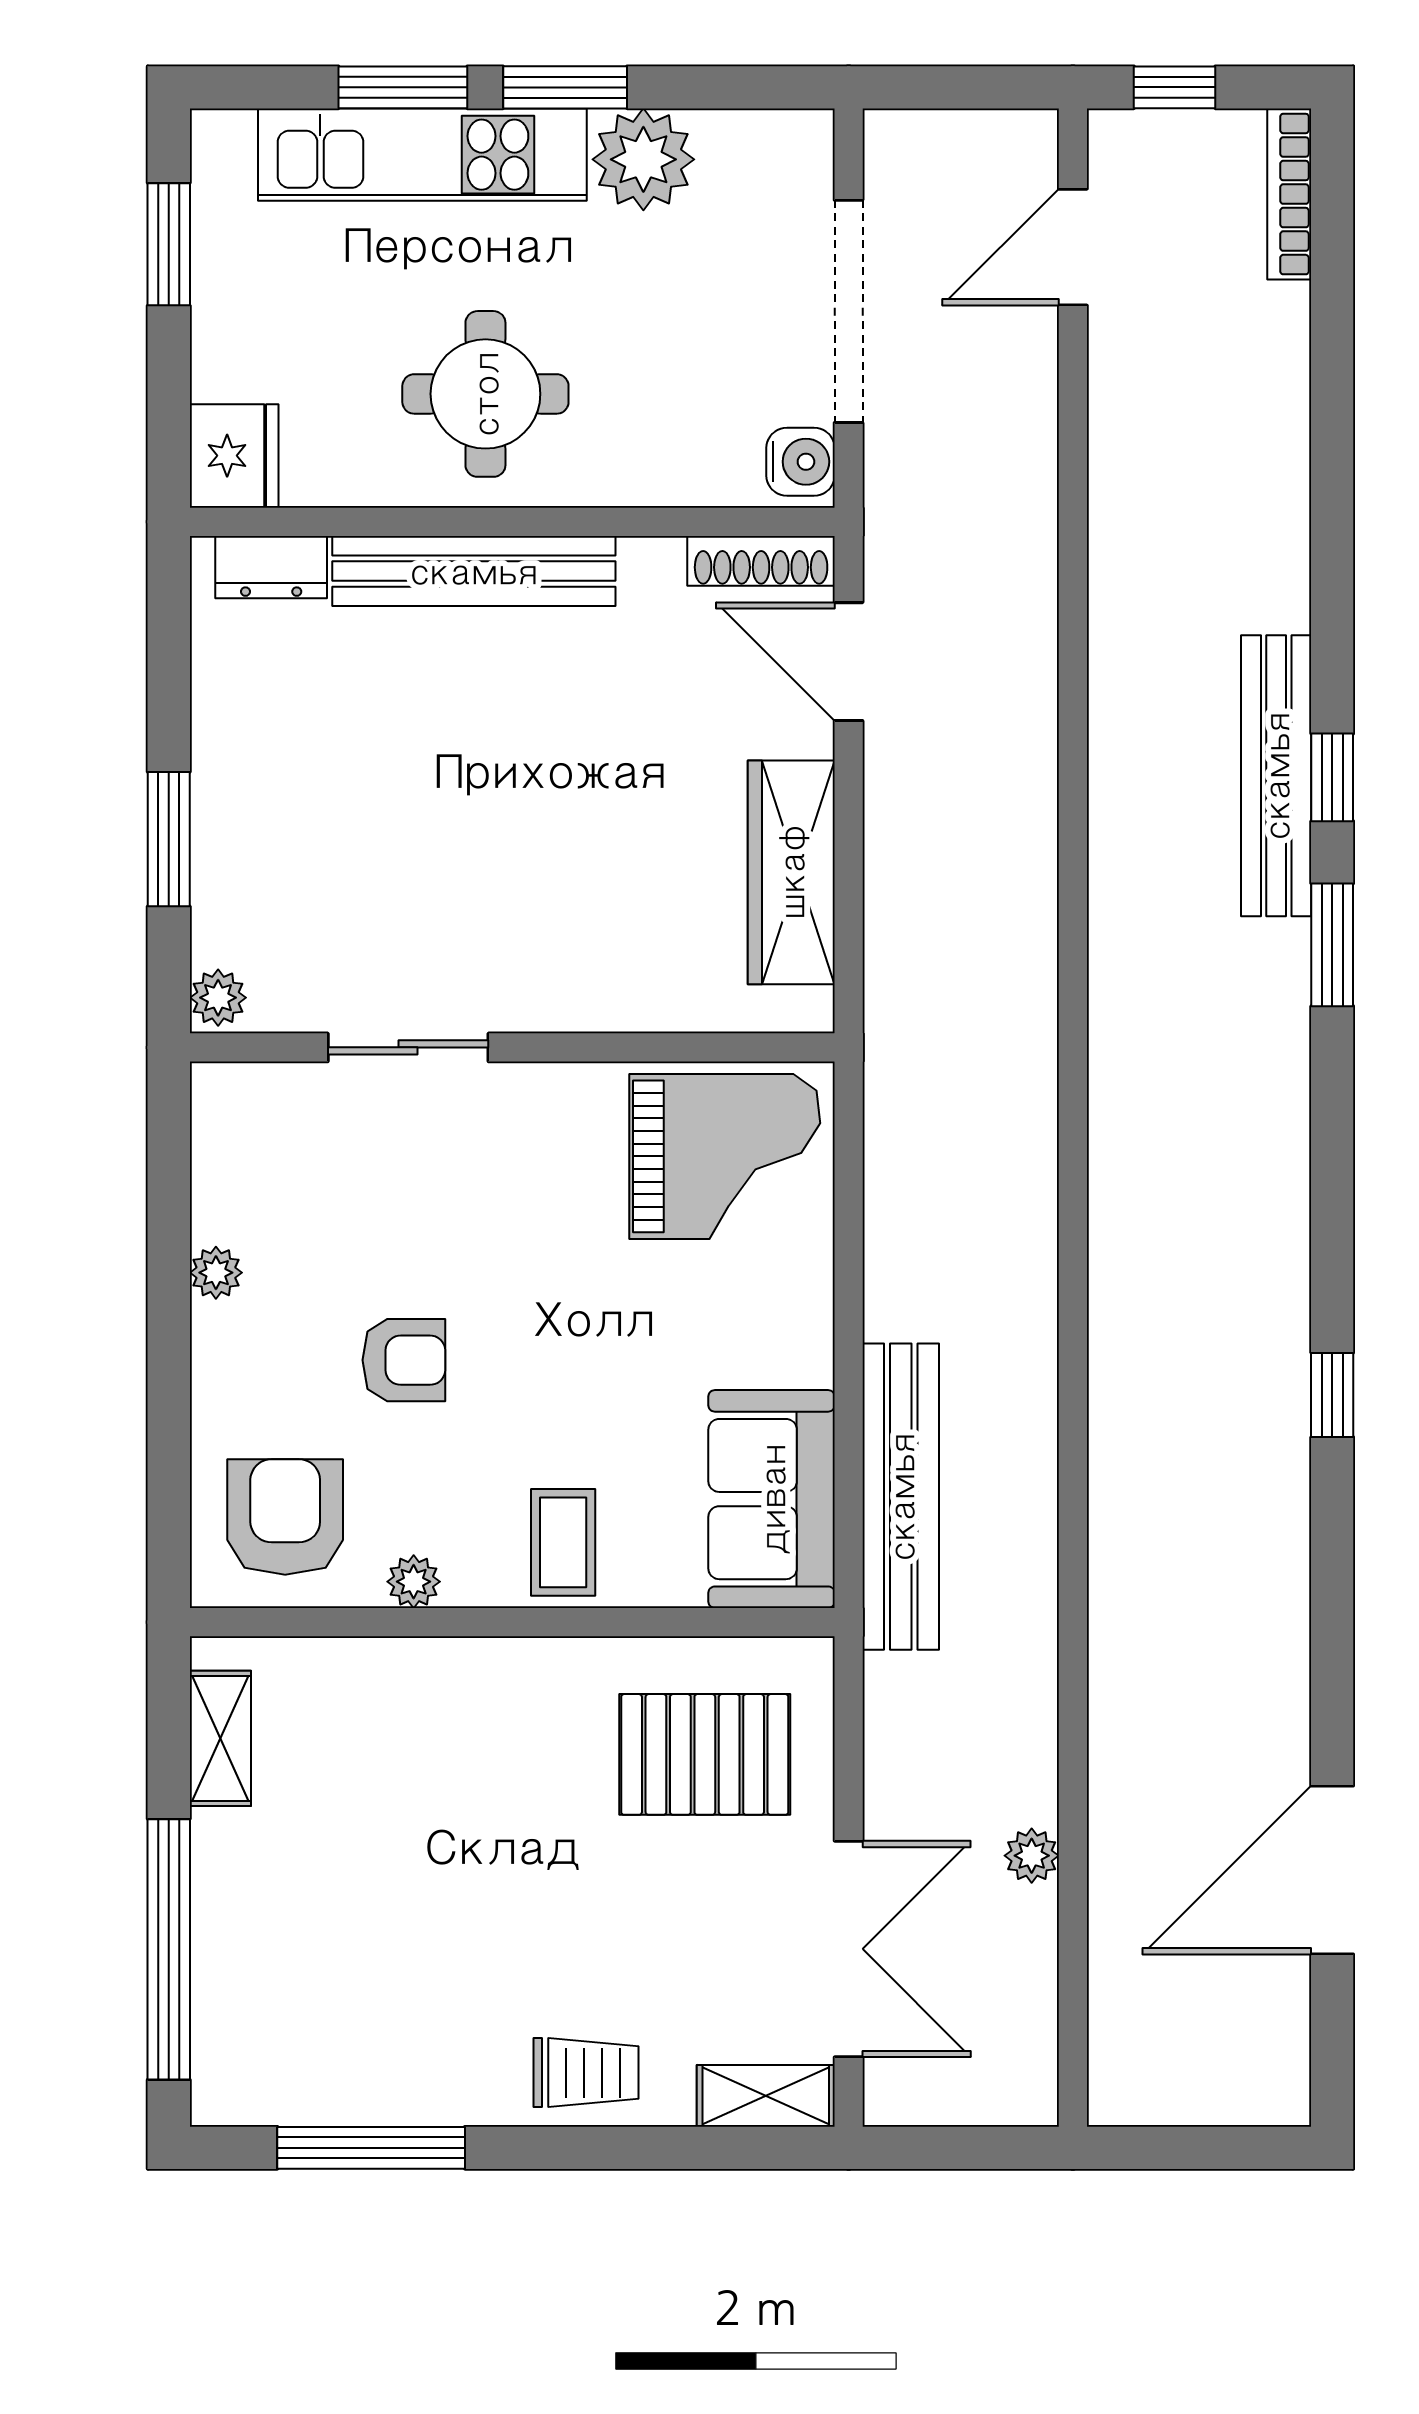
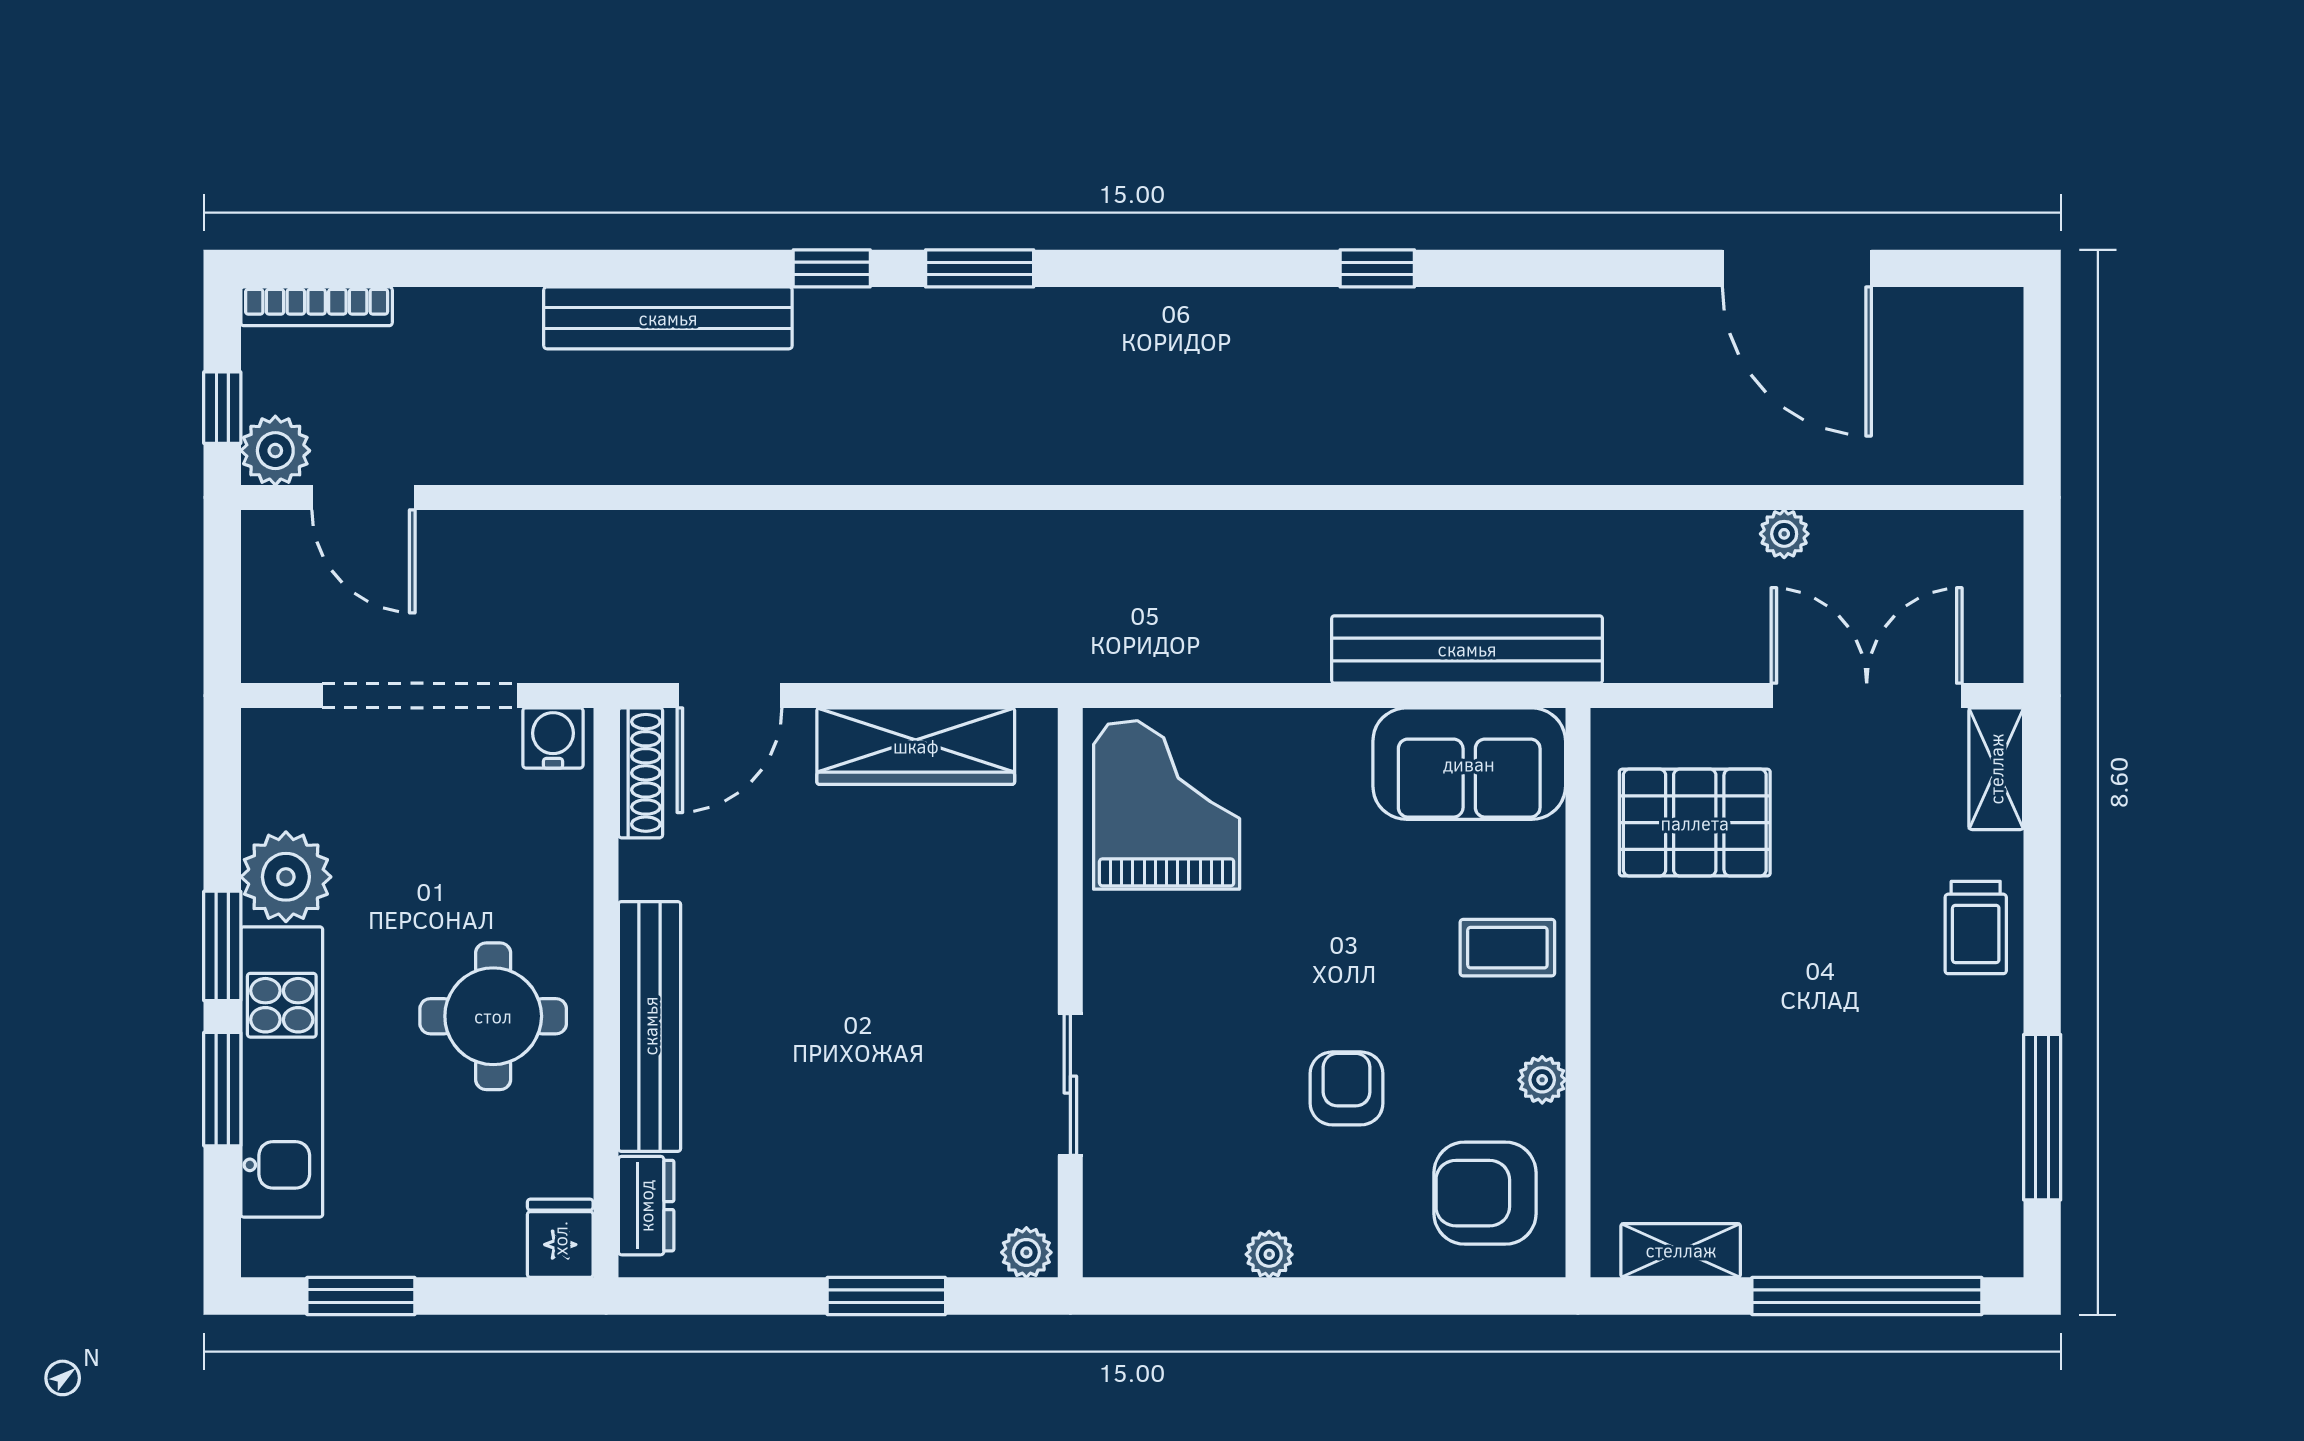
plant: (1126, 147) -> (275, 451), added
fridge: (234, 456) -> (560, 1238), width x0.72
bench: (1276, 776) -> (668, 318), moved
pallet: (705, 1754) -> (1695, 823), turned 90
trolley: (586, 2073) -> (1976, 927), turned 180

